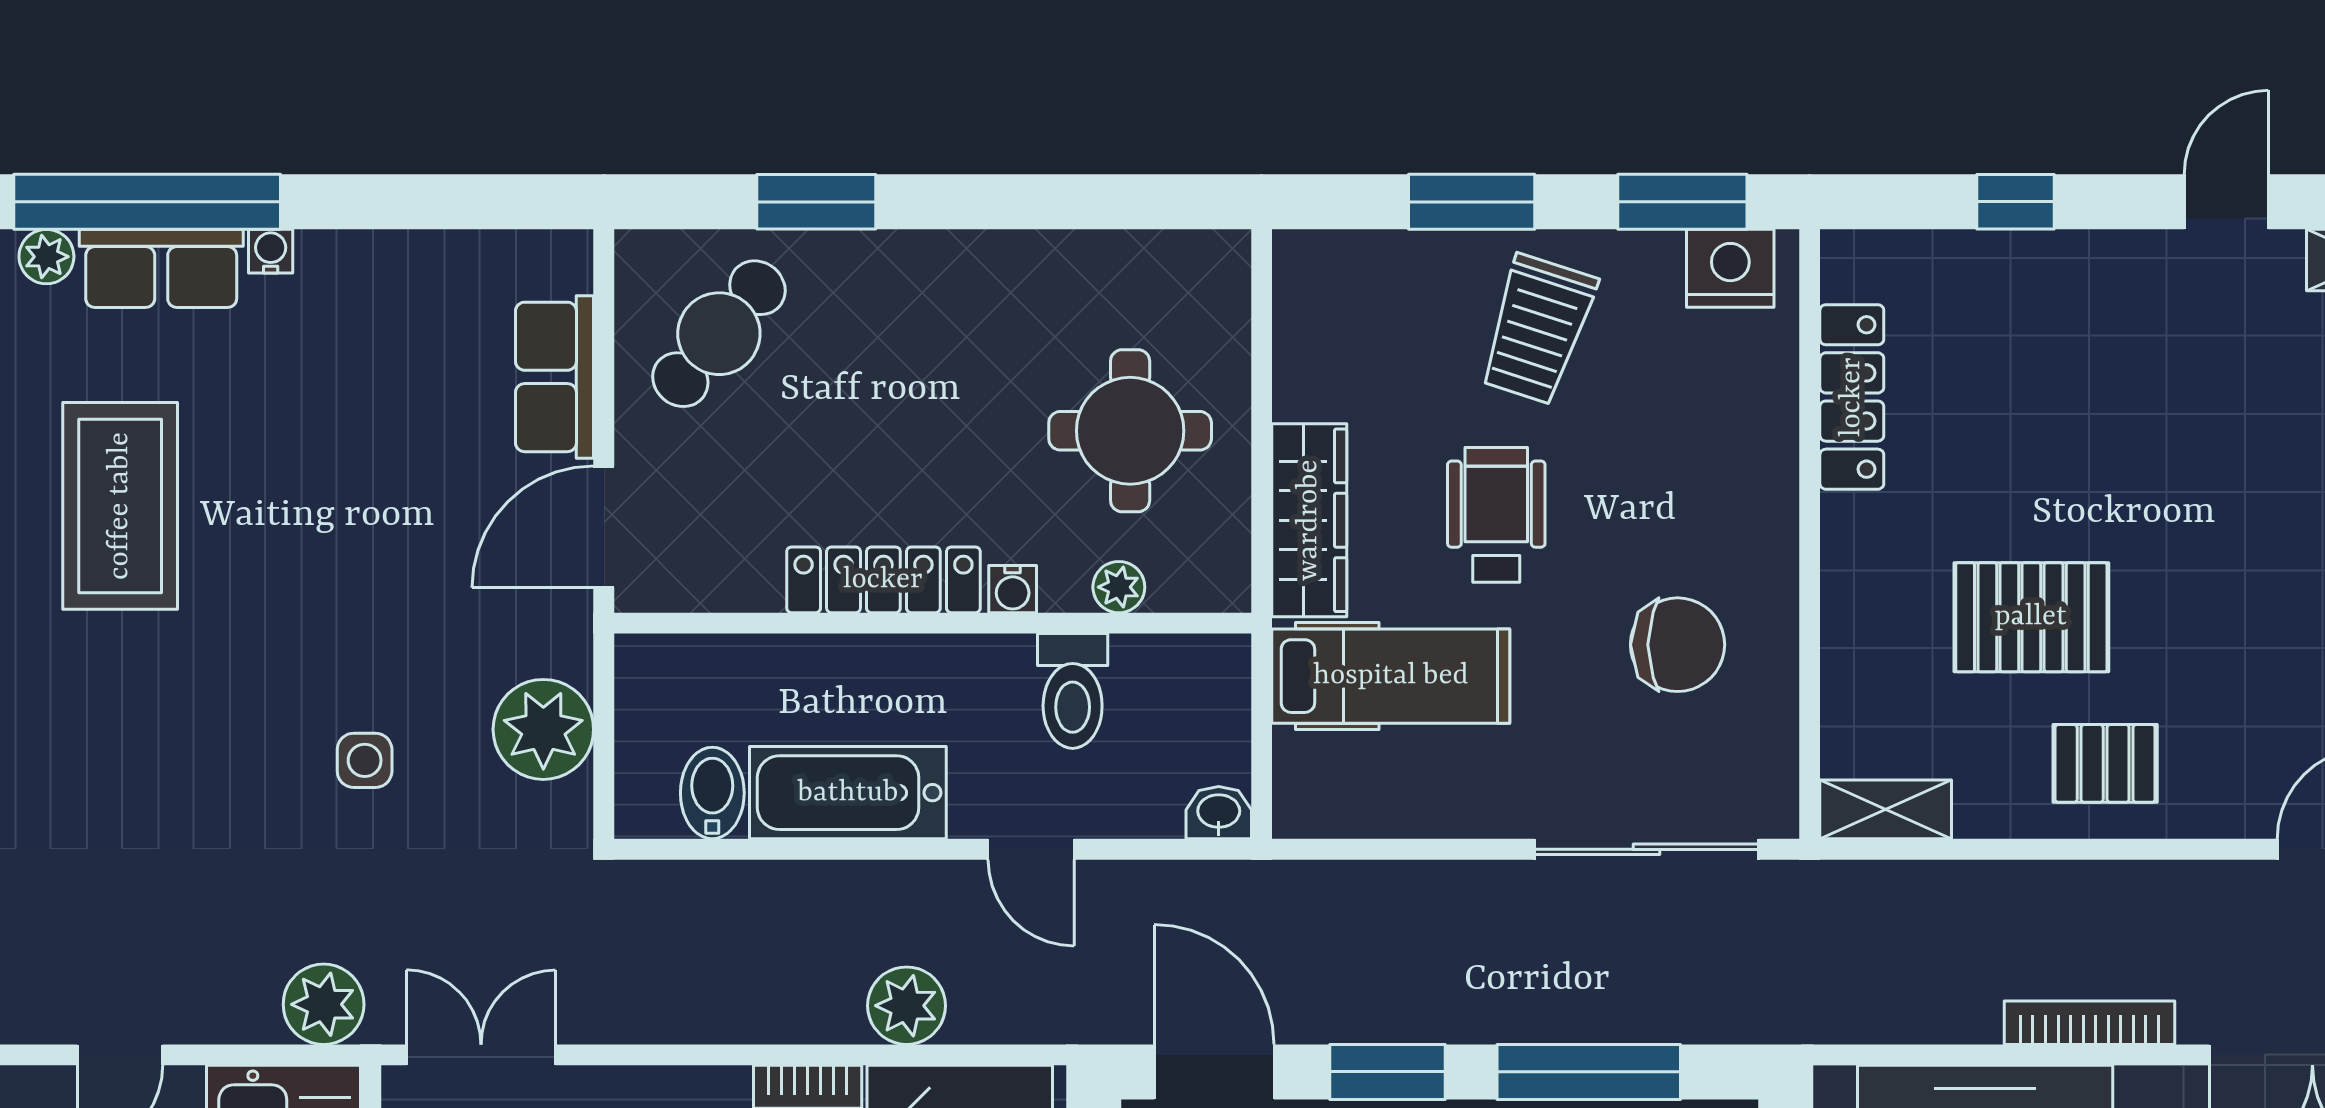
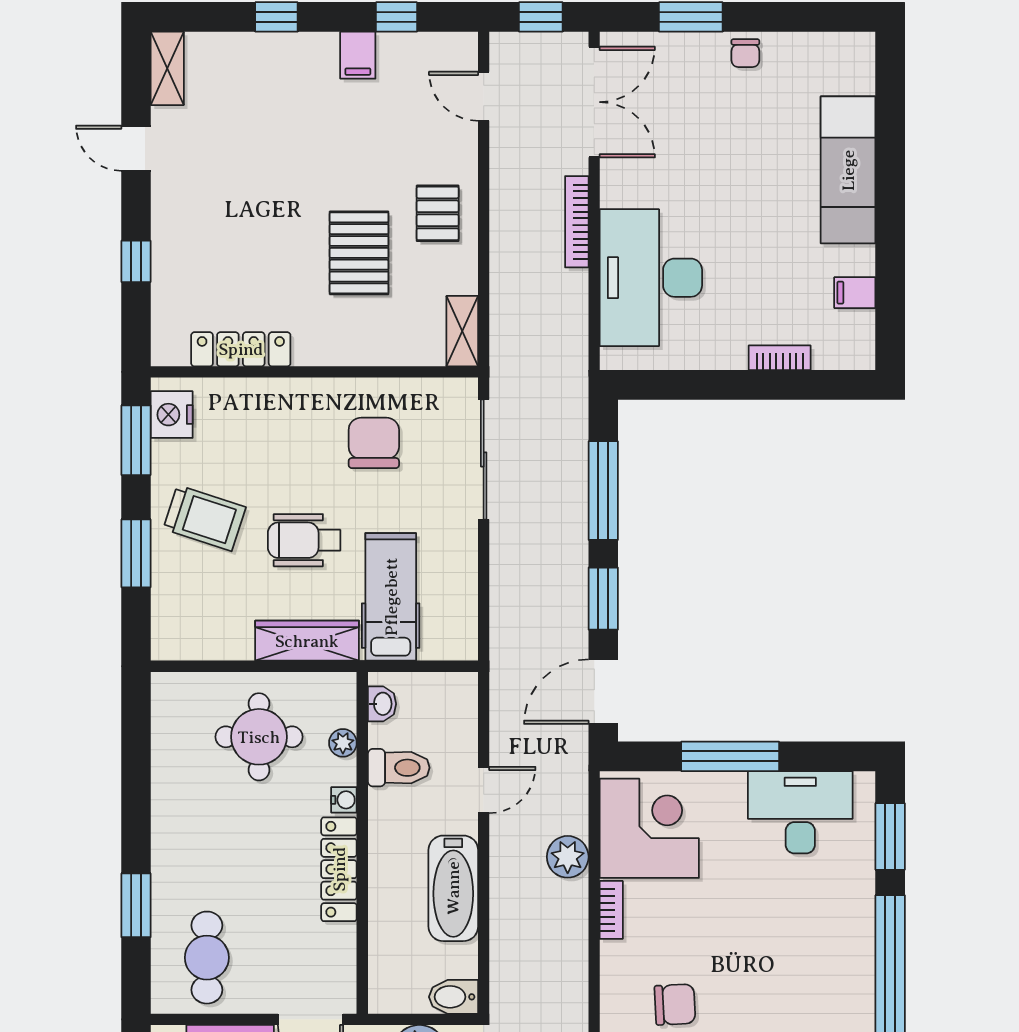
cafe table: (719, 334) -> (207, 958), turned 50
bidet: (712, 793) -> (453, 997), moved
washbasin: (1219, 813) -> (382, 704), moved, turned 180

